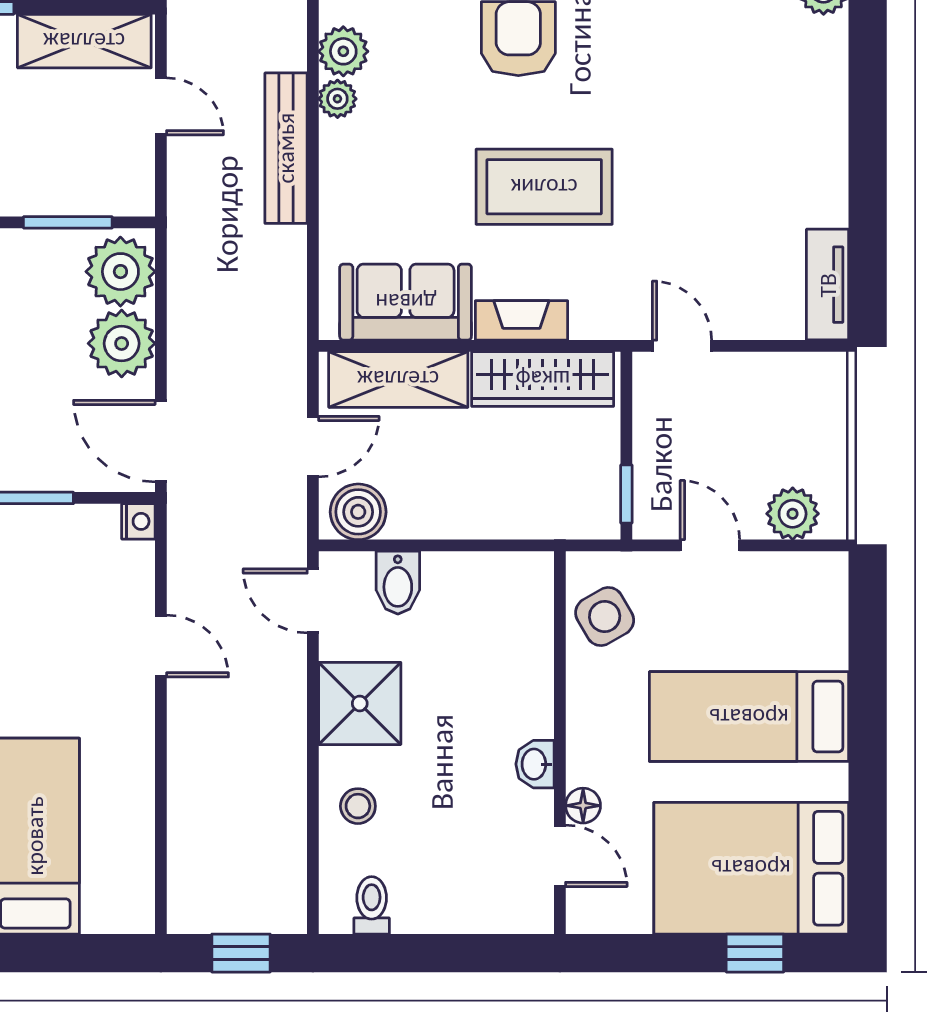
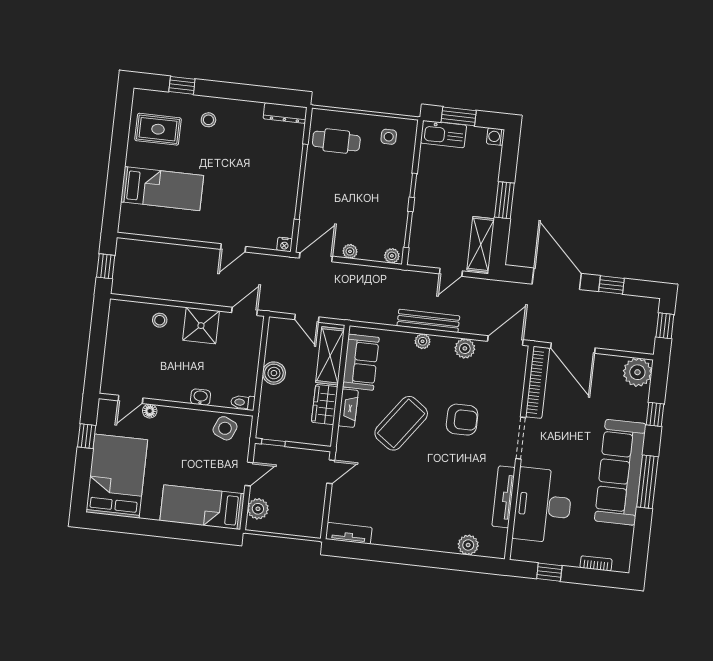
plant: (337, 99) -> (423, 341), moved
coffee table: (544, 187) -> (401, 423), turned 36
plant: (120, 272) -> (392, 256), width x0.53, depth x0.53
plant: (122, 343) -> (350, 251), width x0.53, depth x0.53
wardrobe: (543, 379) -> (325, 405), width x0.67
boiler: (358, 512) -> (274, 373), moved
bidet: (398, 583) -> (248, 346), removed
side table: (605, 616) -> (225, 428), turned -36
bed: (749, 717) -> (202, 507), moved, turned -90
washbasin: (535, 764) -> (200, 397), moved
toilet: (372, 905) -> (243, 402), moved, turned 180
window: (755, 953) -> (87, 436), moved

